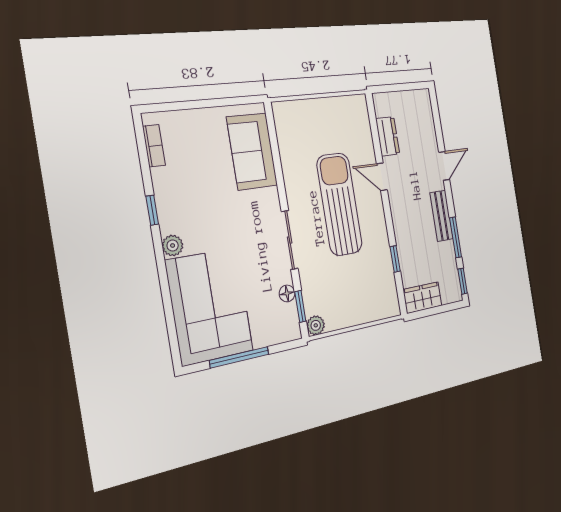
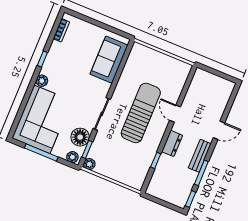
dresser: (388, 136) -> (172, 143), moved
floor lamp: (287, 293) -> (80, 137), width x1.89, depth x1.89
wardrobe: (423, 298) -> (159, 191), removed
plant: (287, 332) -> (72, 157), added

